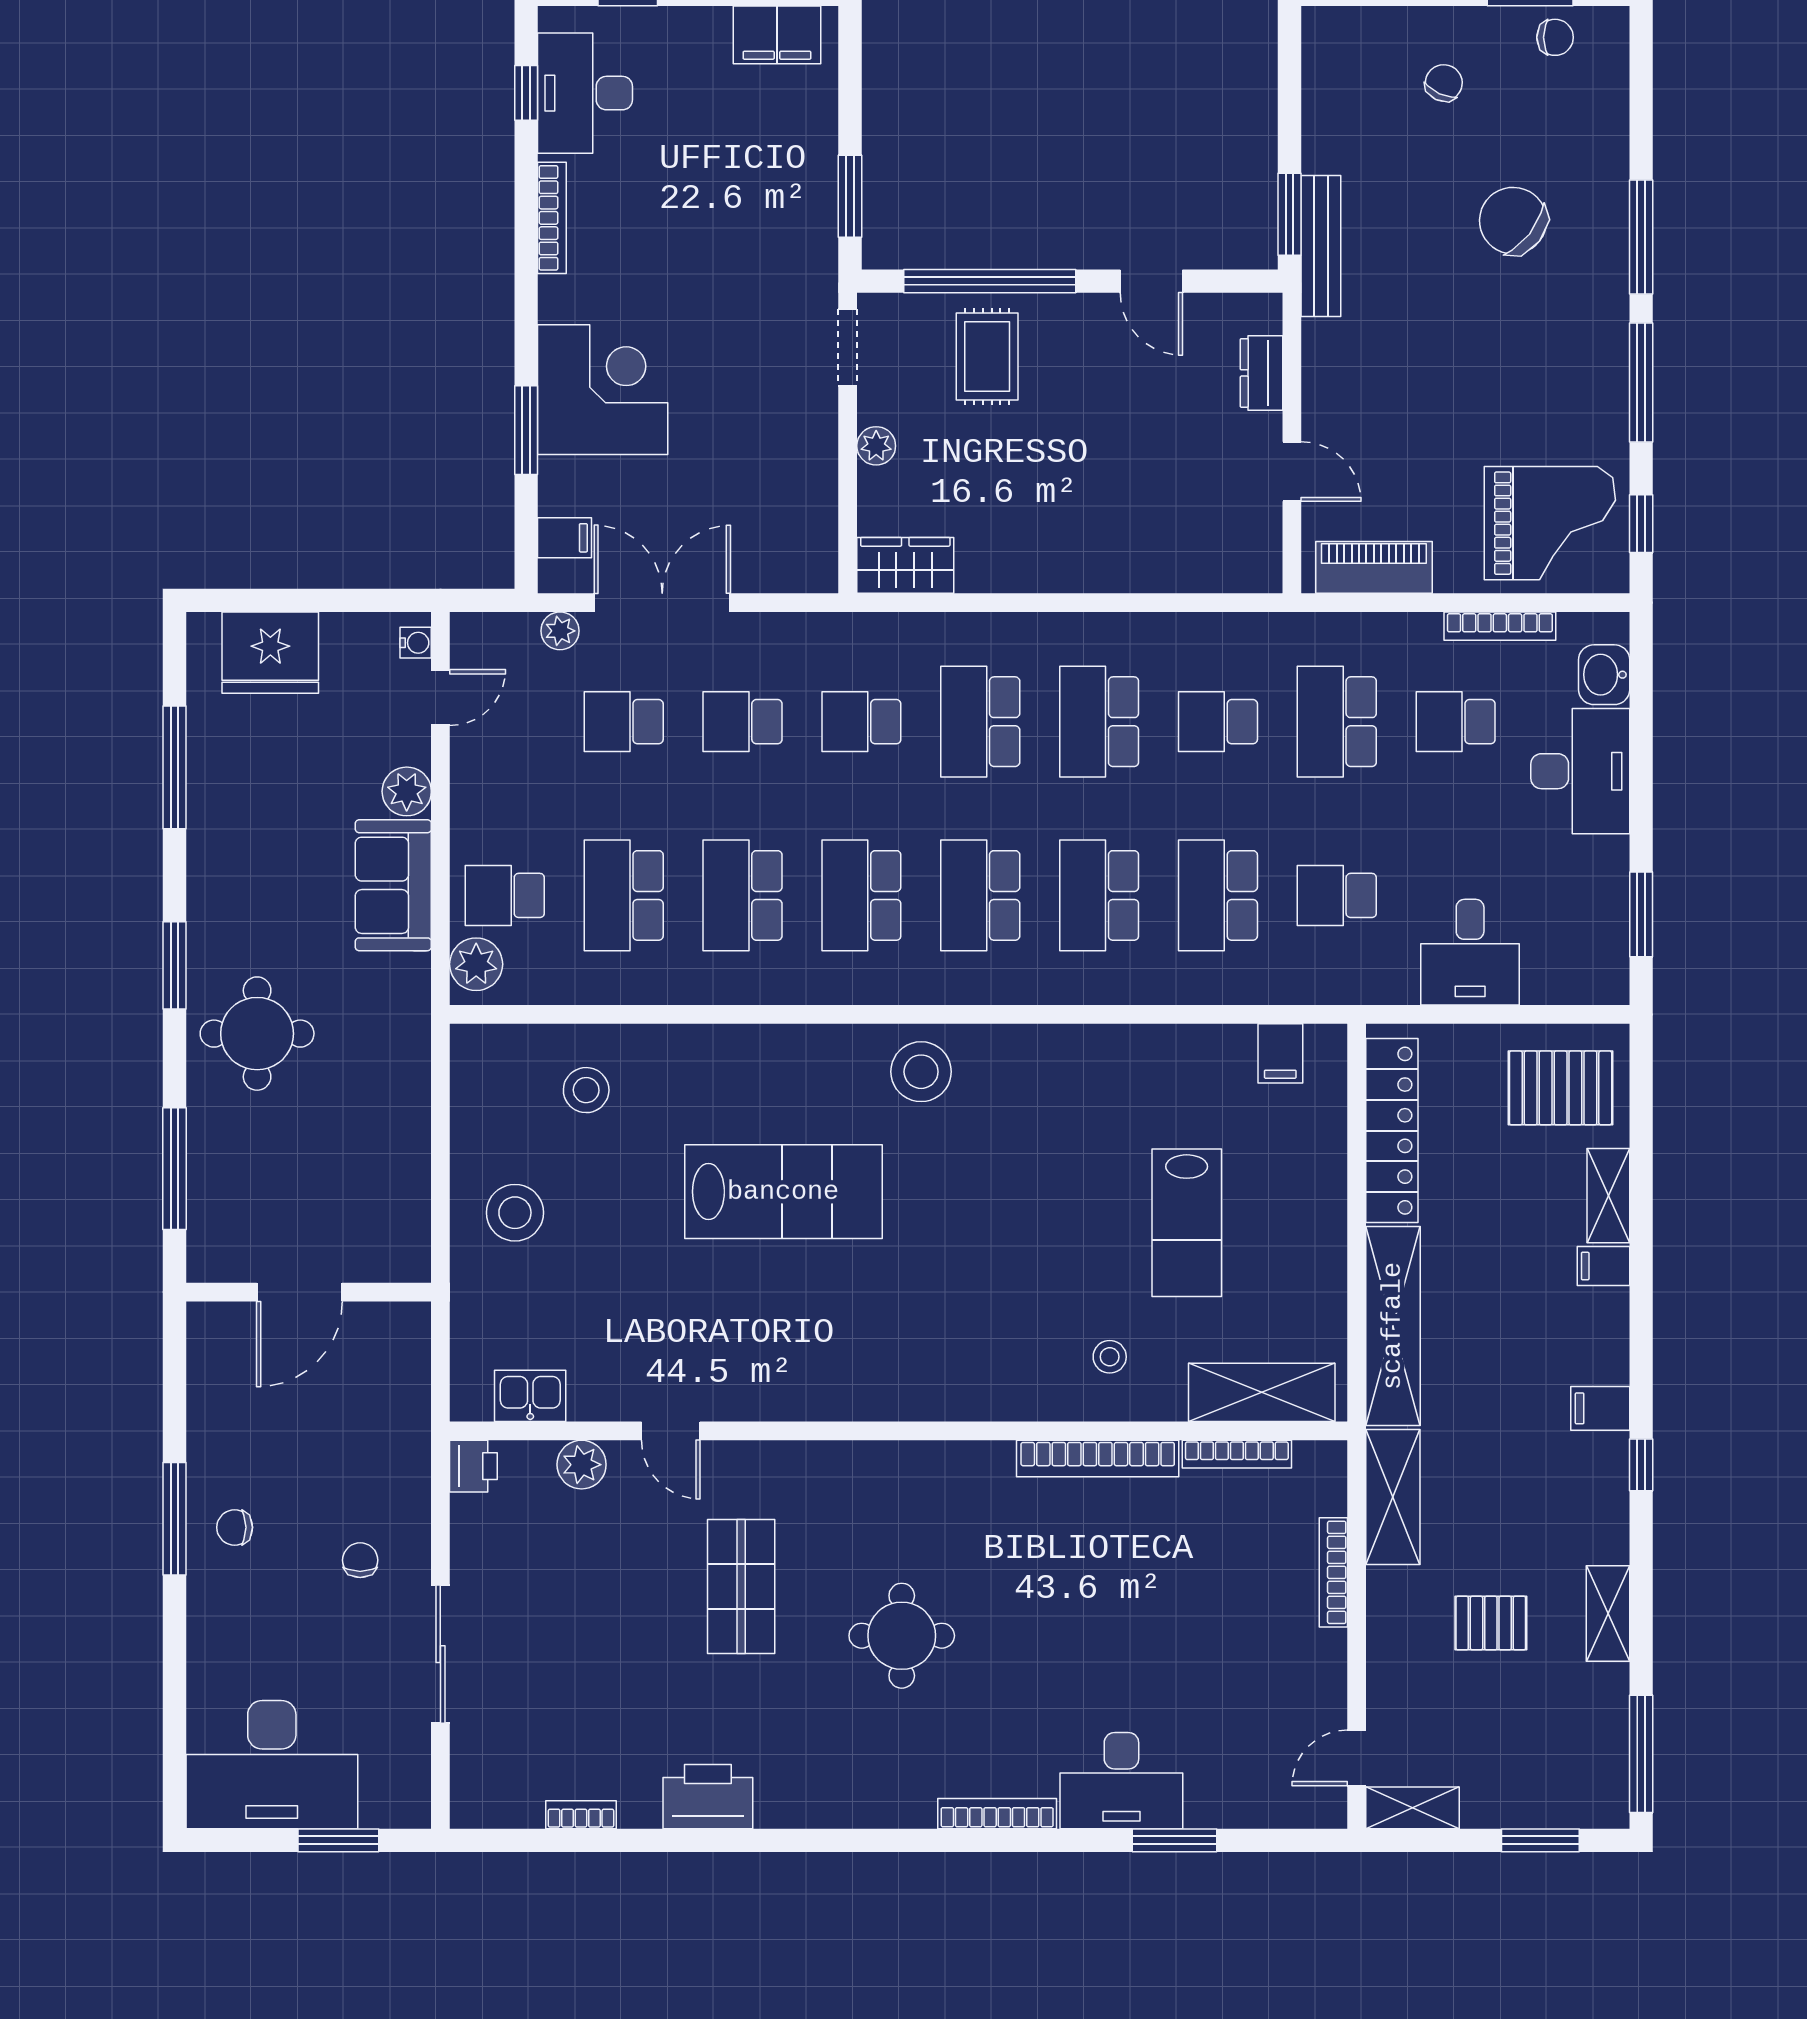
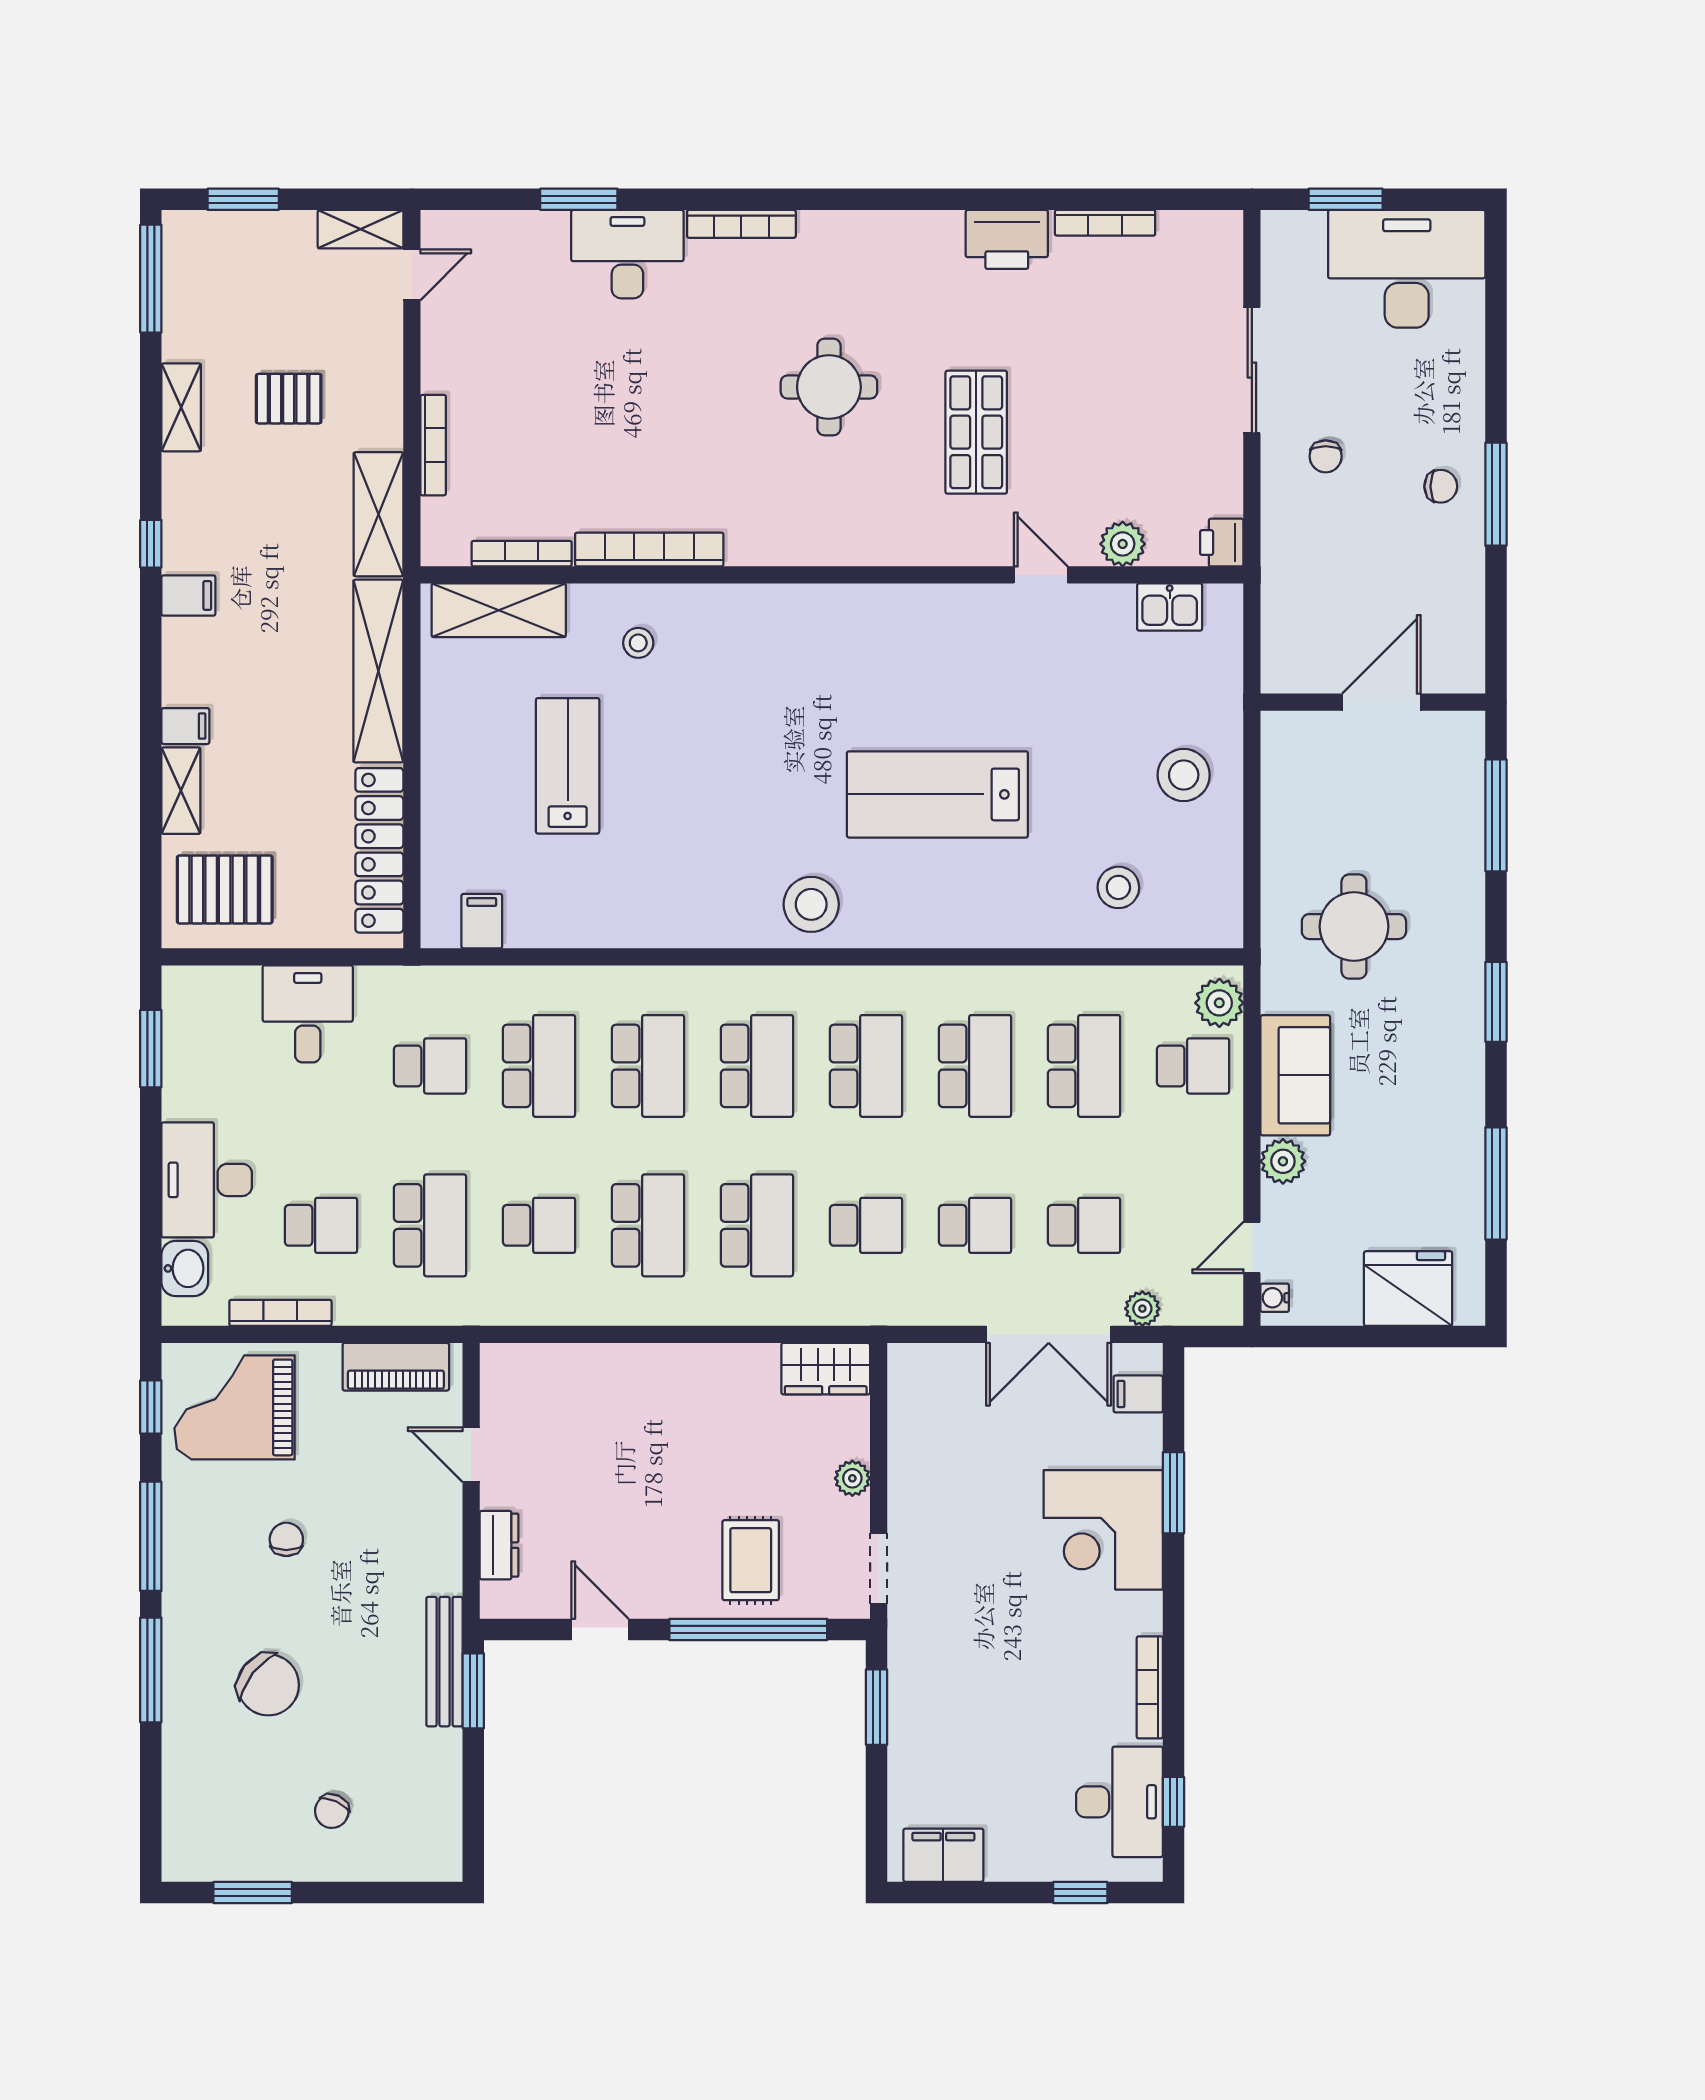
chair: (1555, 37) -> (286, 1539), moved, turned 90
round table: (257, 1034) -> (1354, 927), moved
bookcase: (581, 1815) -> (1105, 223), width x1.56

